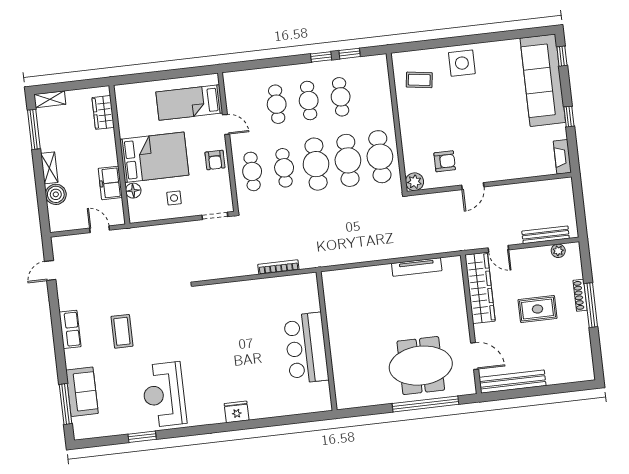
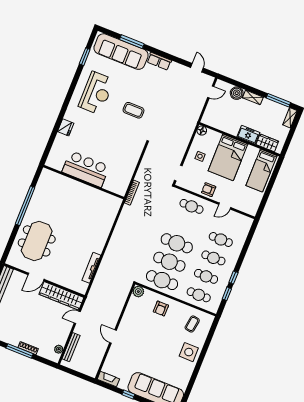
bed: (189, 103) -> (261, 171), moved, turned 180
armchair: (445, 161) -> (161, 308), moved
cafe table: (284, 168) -> (199, 295), moved
freezer: (110, 183) -> (248, 135), moved
door: (473, 186) -> (113, 337), moved
floor lamp: (133, 191) -> (202, 131), moved
door: (100, 229) -> (211, 92), moved
rug: (537, 309) -> (33, 321), removed
coffee table: (122, 331) -> (133, 110), moved
wall: (327, 341) -> (84, 182), moved
bar counter: (306, 348) -> (86, 169), moved
door: (475, 356) -> (36, 277), moved
sofa: (82, 392) -> (121, 52), width x1.85, depth x1.27
reception desk: (164, 395) -> (96, 93), turned 90
window: (66, 404) -> (132, 42), moved
window: (425, 404) -> (25, 206), moved
window: (142, 437) -> (85, 57), moved

